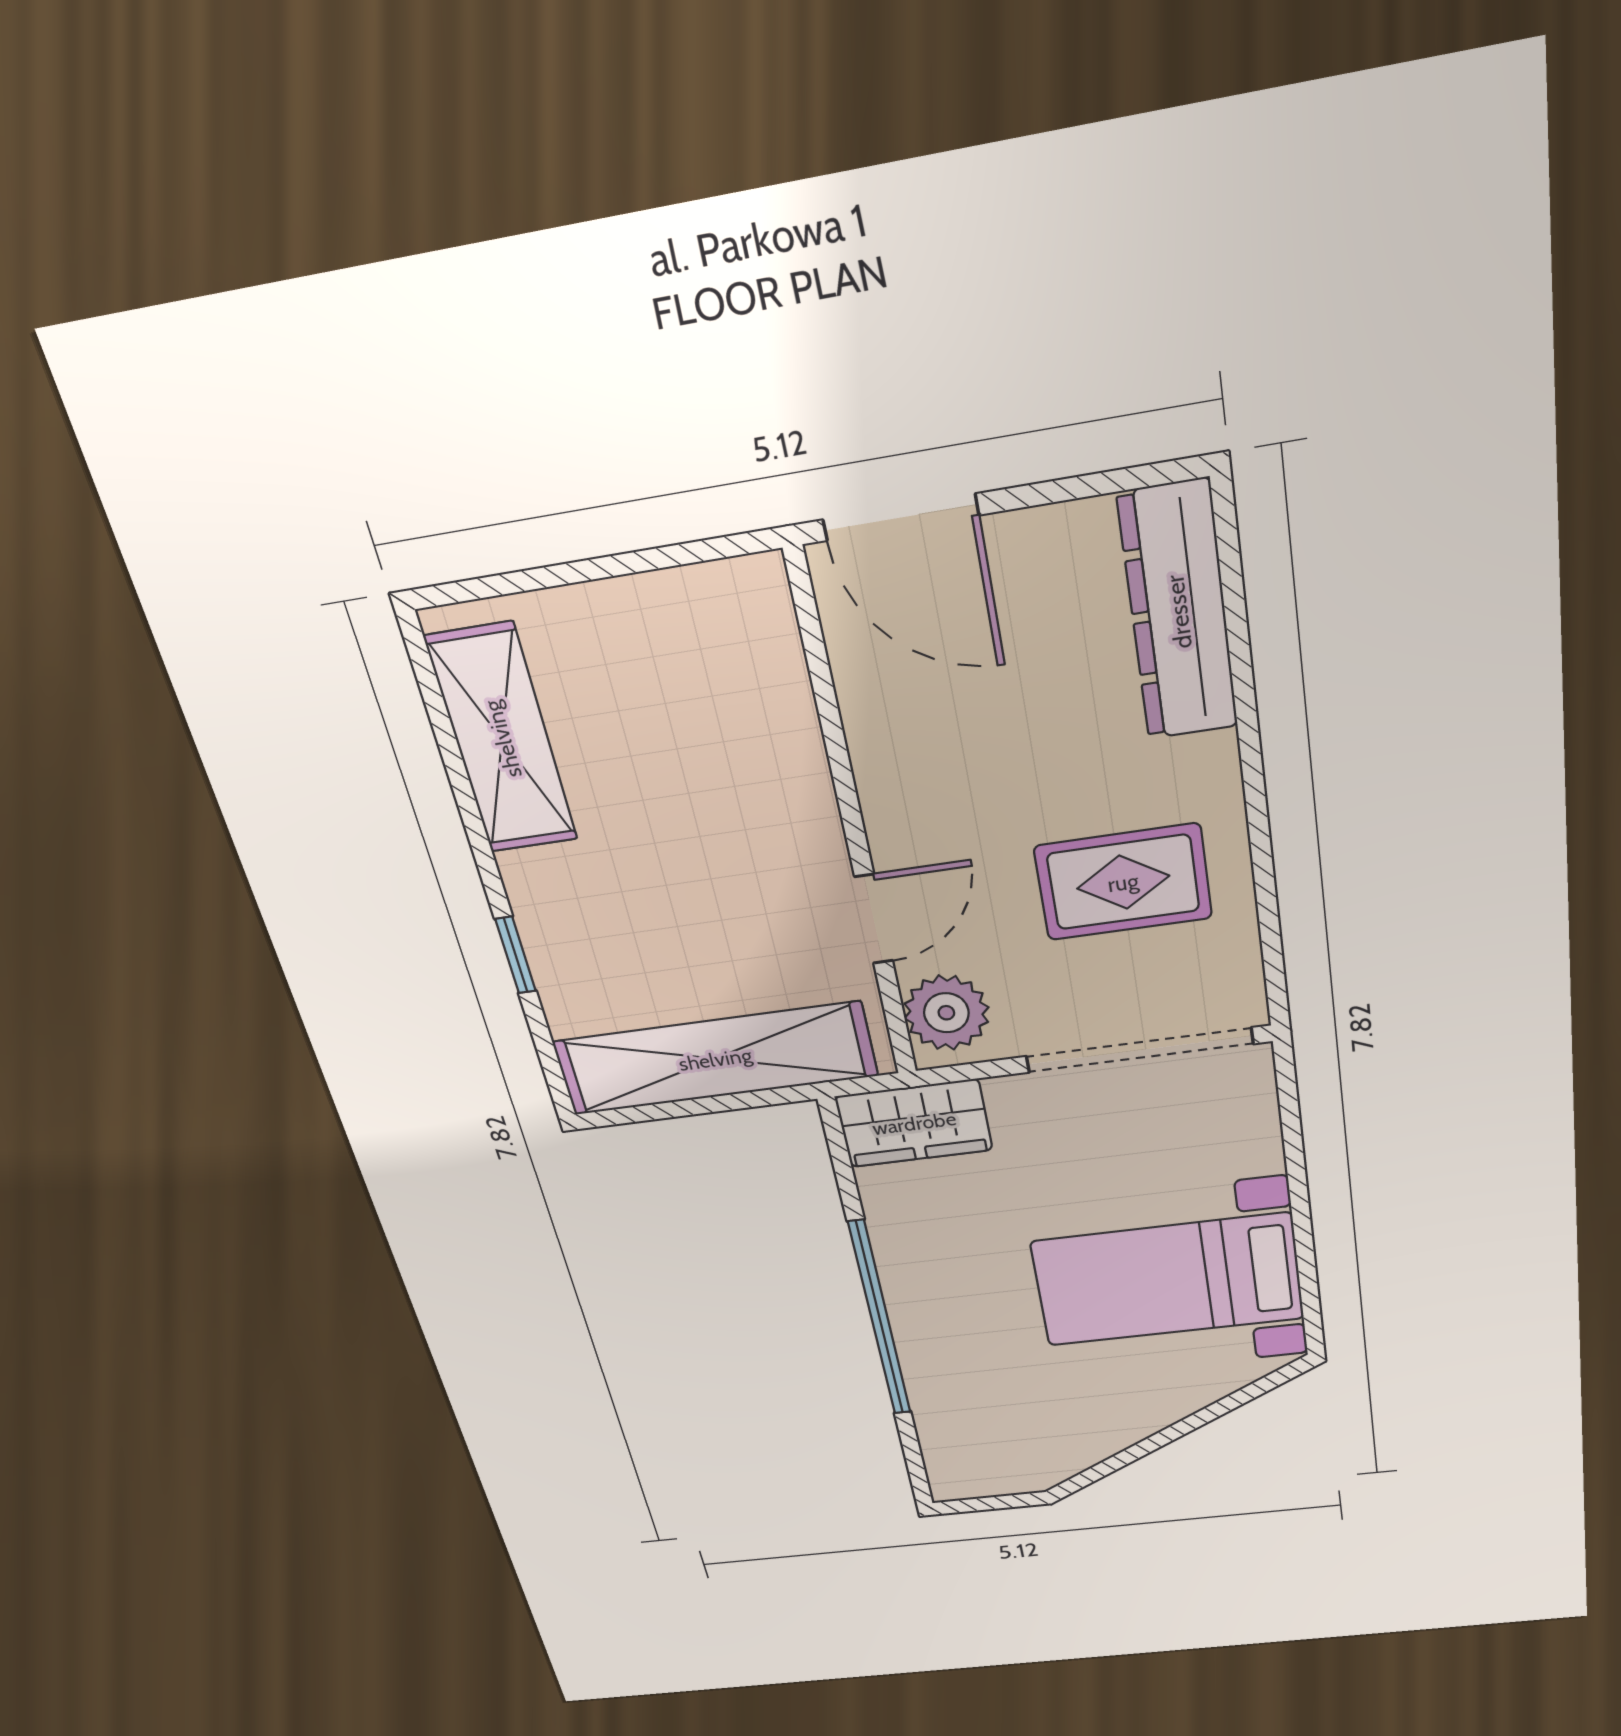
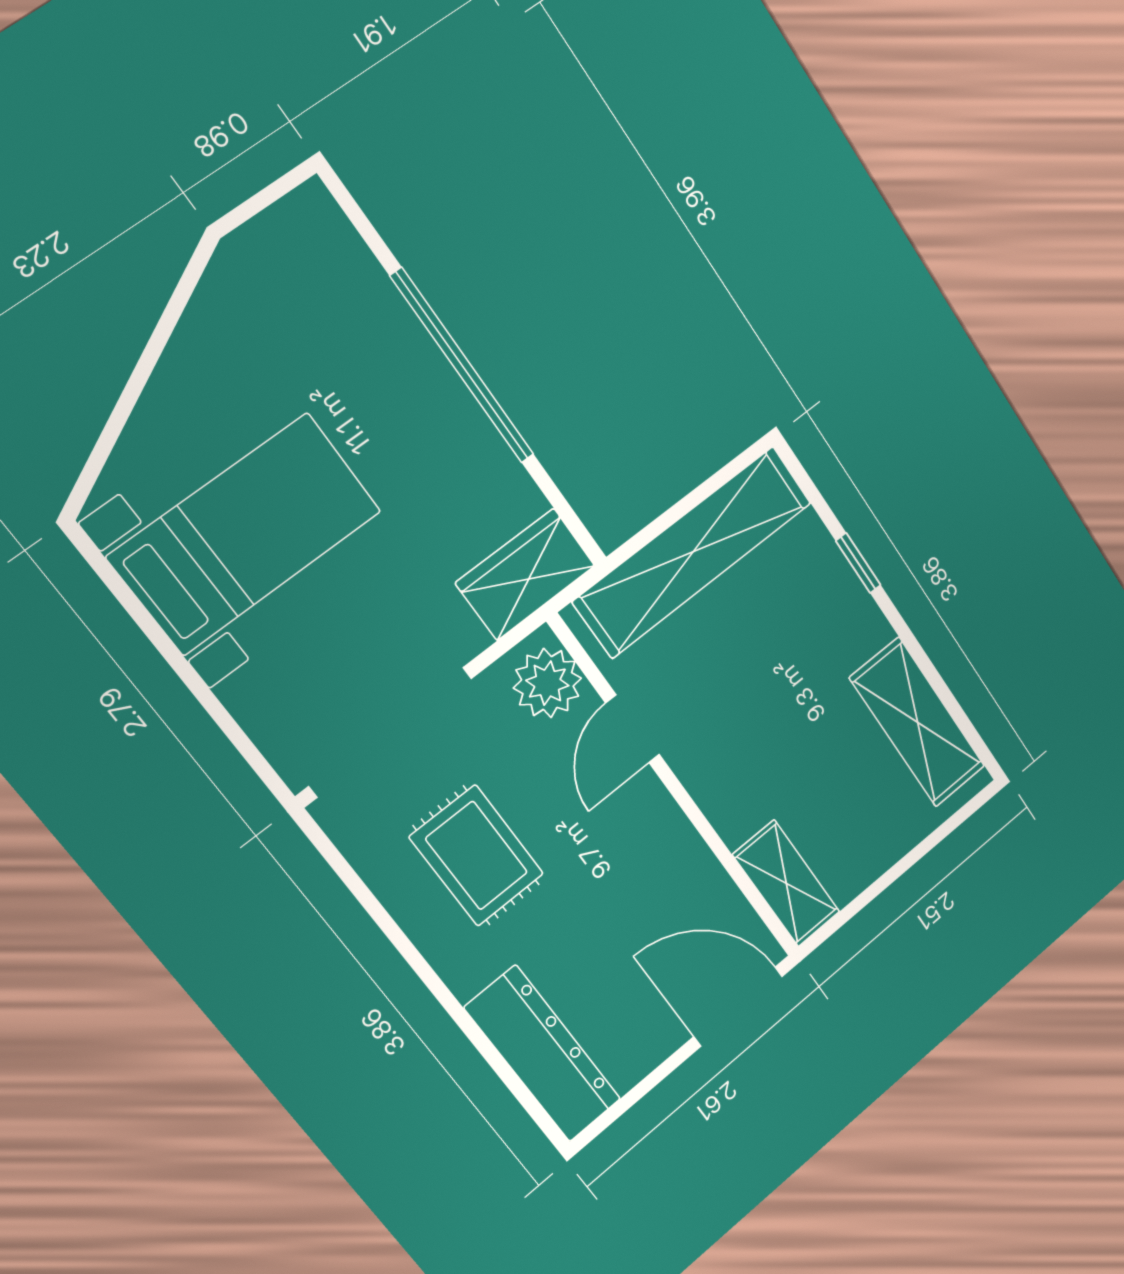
shelving: (764, 639) -> (786, 883), added
rug: (1123, 882) -> (477, 856), turned 90

